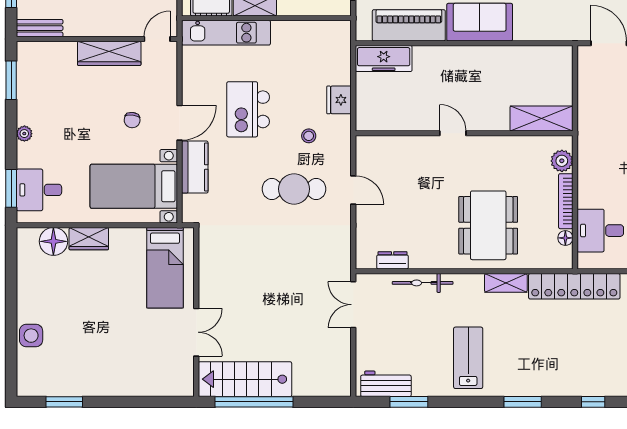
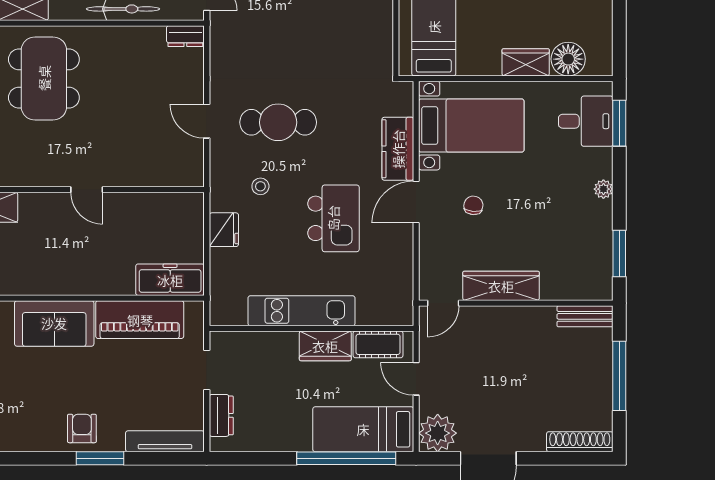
kitchen unit: (226, 33) -> (302, 311), moved
dresser: (393, 260) -> (185, 36), moved

